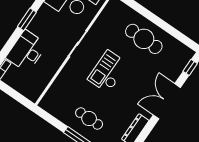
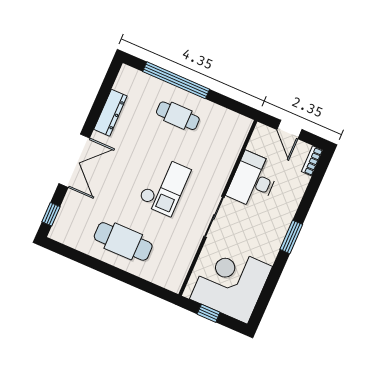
desk: (26, 51) -> (253, 180), moved, turned 180
door: (14, 94) -> (289, 130), added

